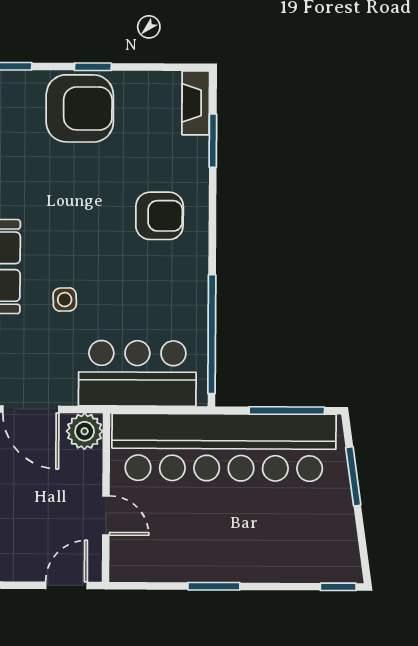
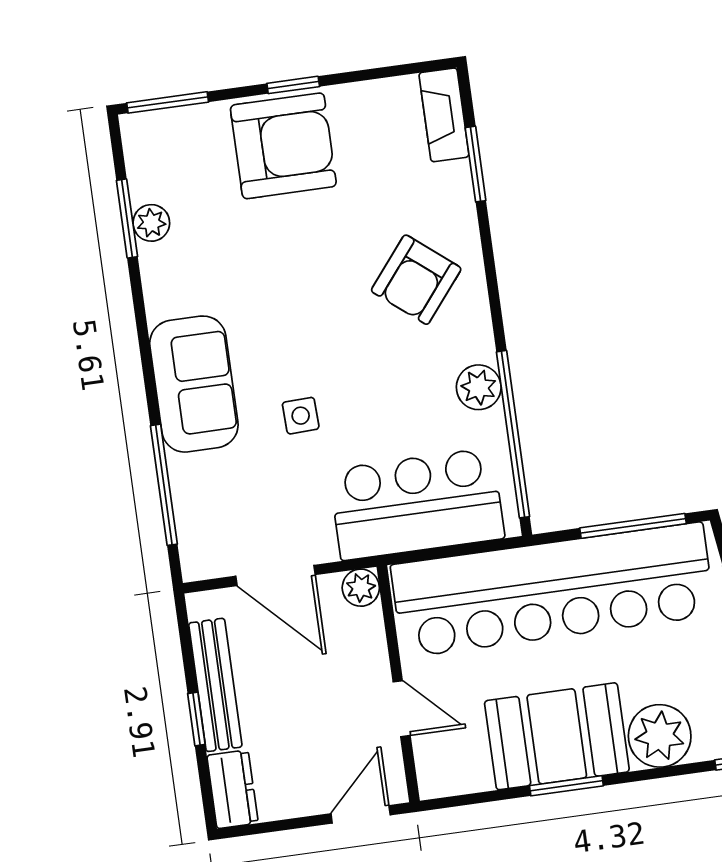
armchair: (160, 216) -> (416, 280), turned 129
plant: (192, 298) -> (479, 387), added
plant: (85, 431) -> (361, 588), width x0.73, depth x0.73
booth: (212, 551) -> (557, 736), added
plant: (284, 561) -> (660, 736), added

